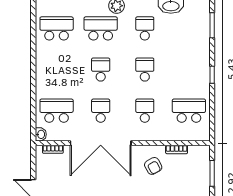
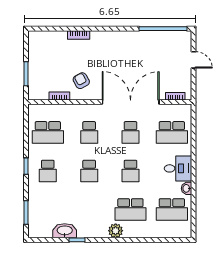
school desk: (145, 28) -> (48, 171), moved
desk: (50, 72) -> (178, 168), added
washbasin: (41, 134) -> (187, 188), moved

